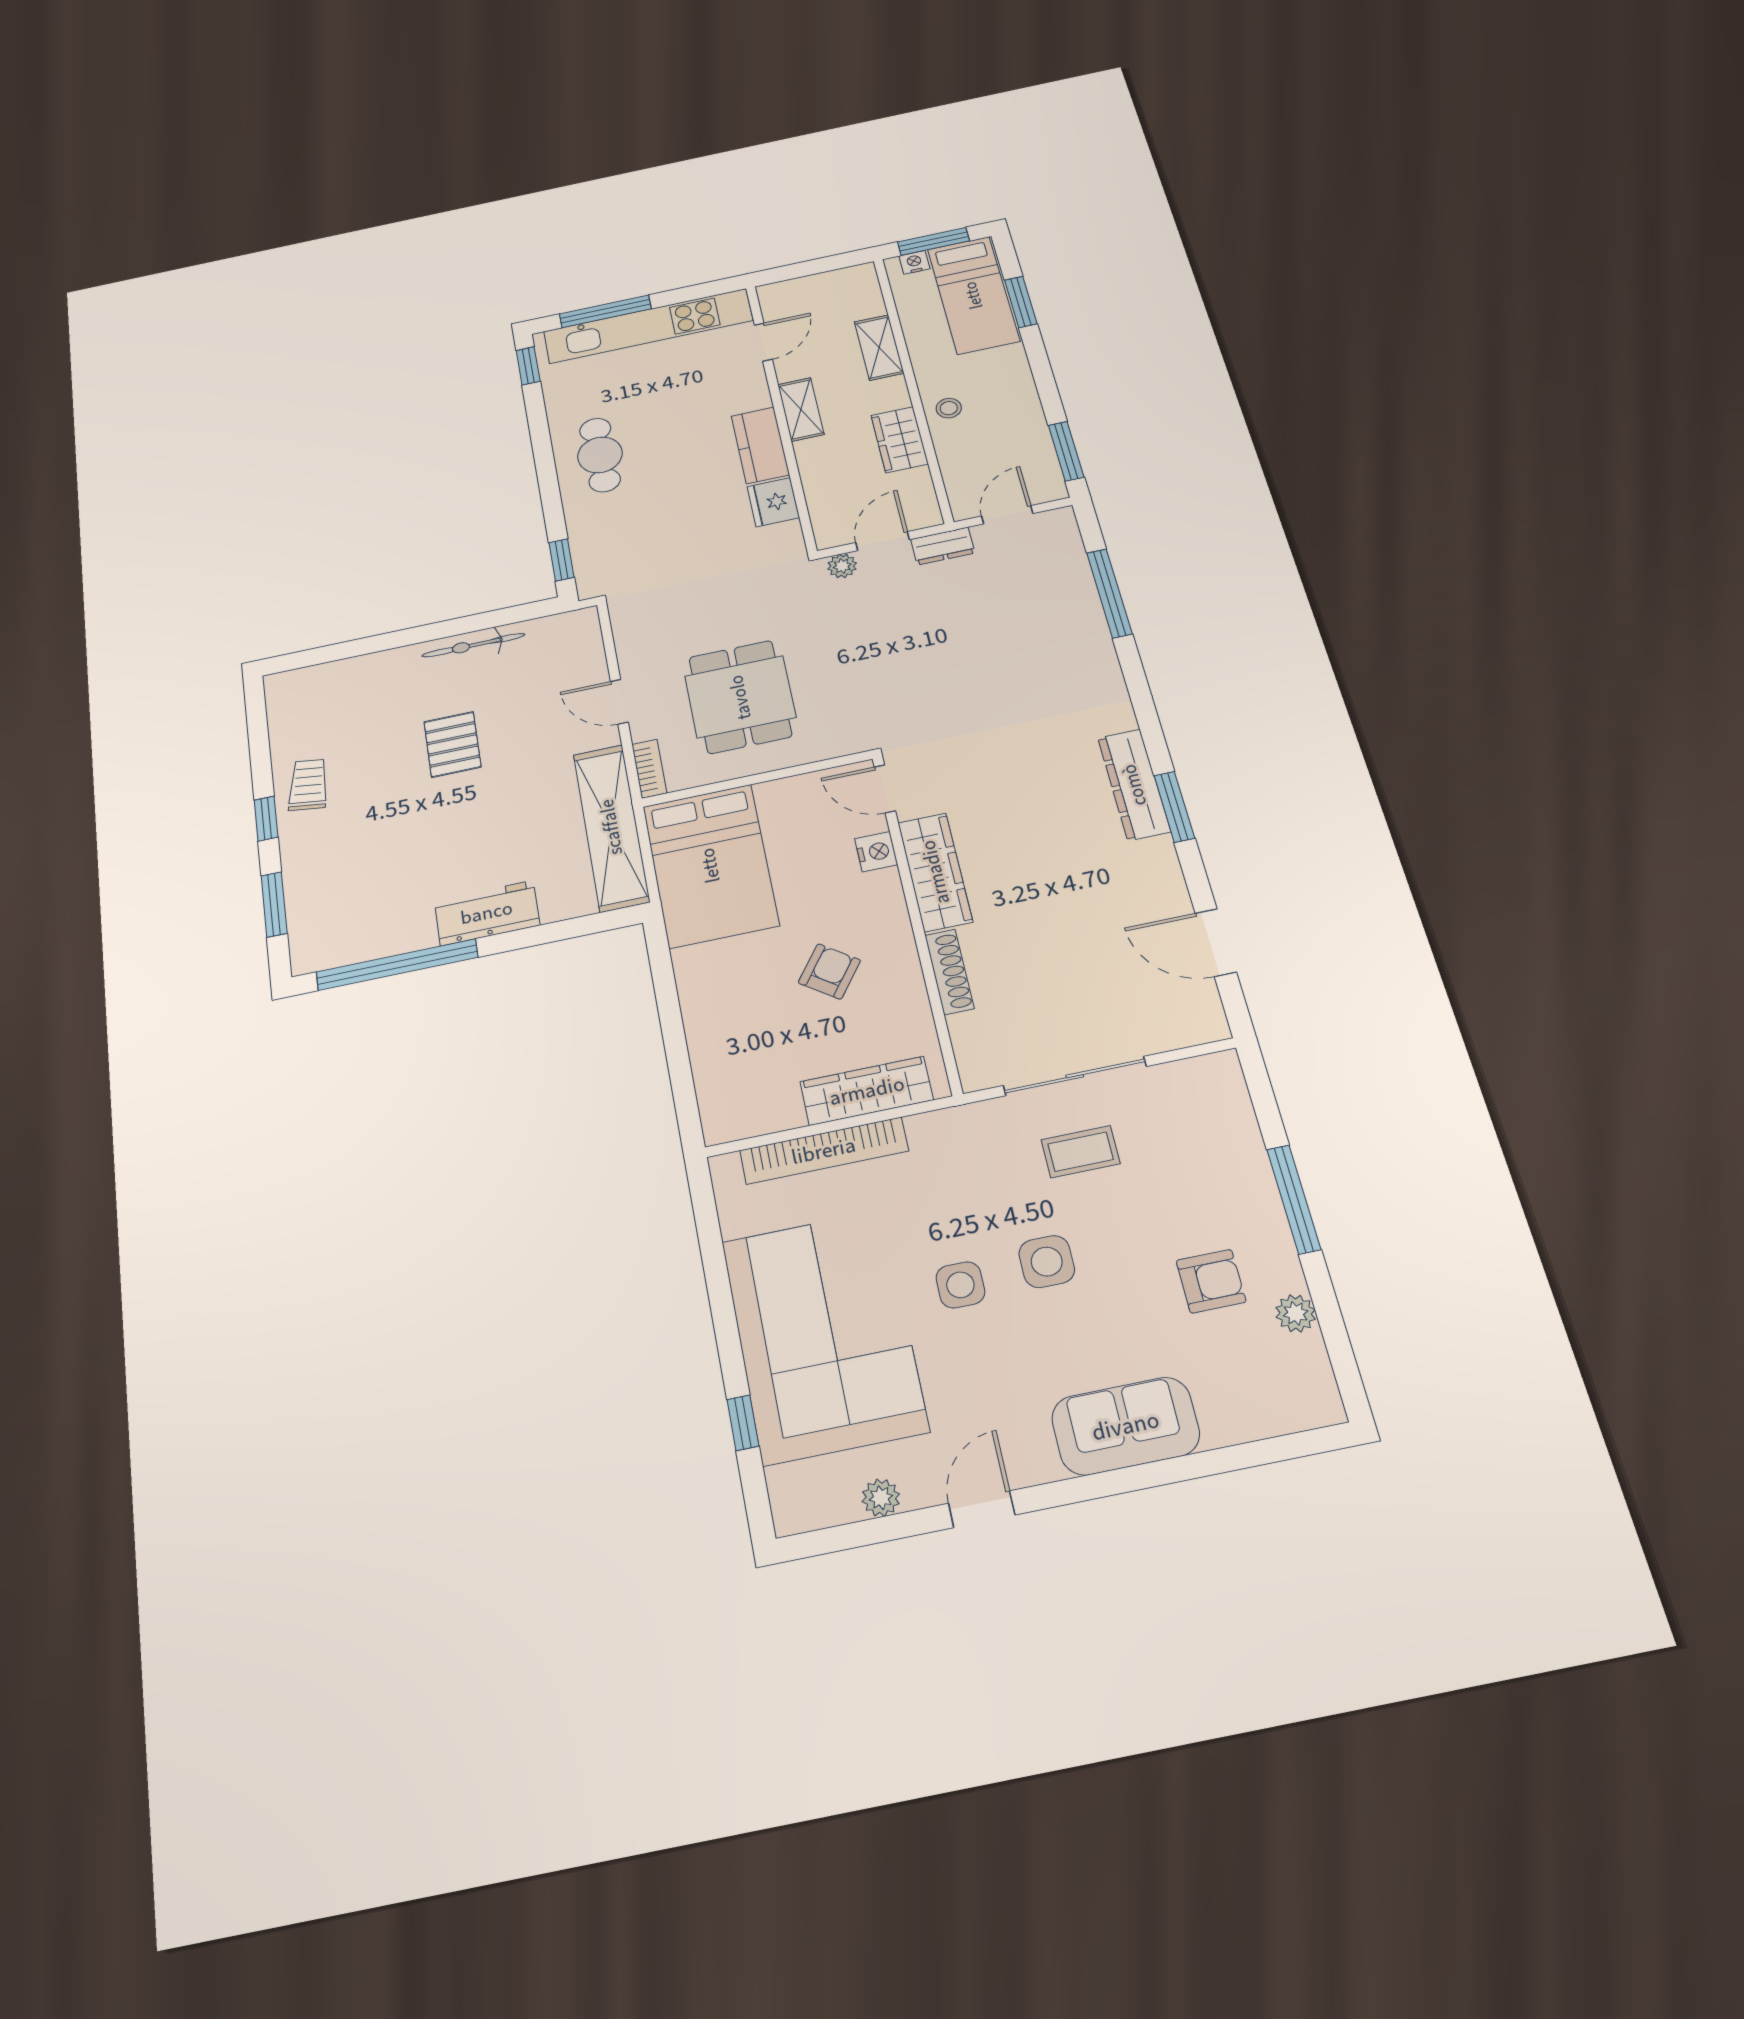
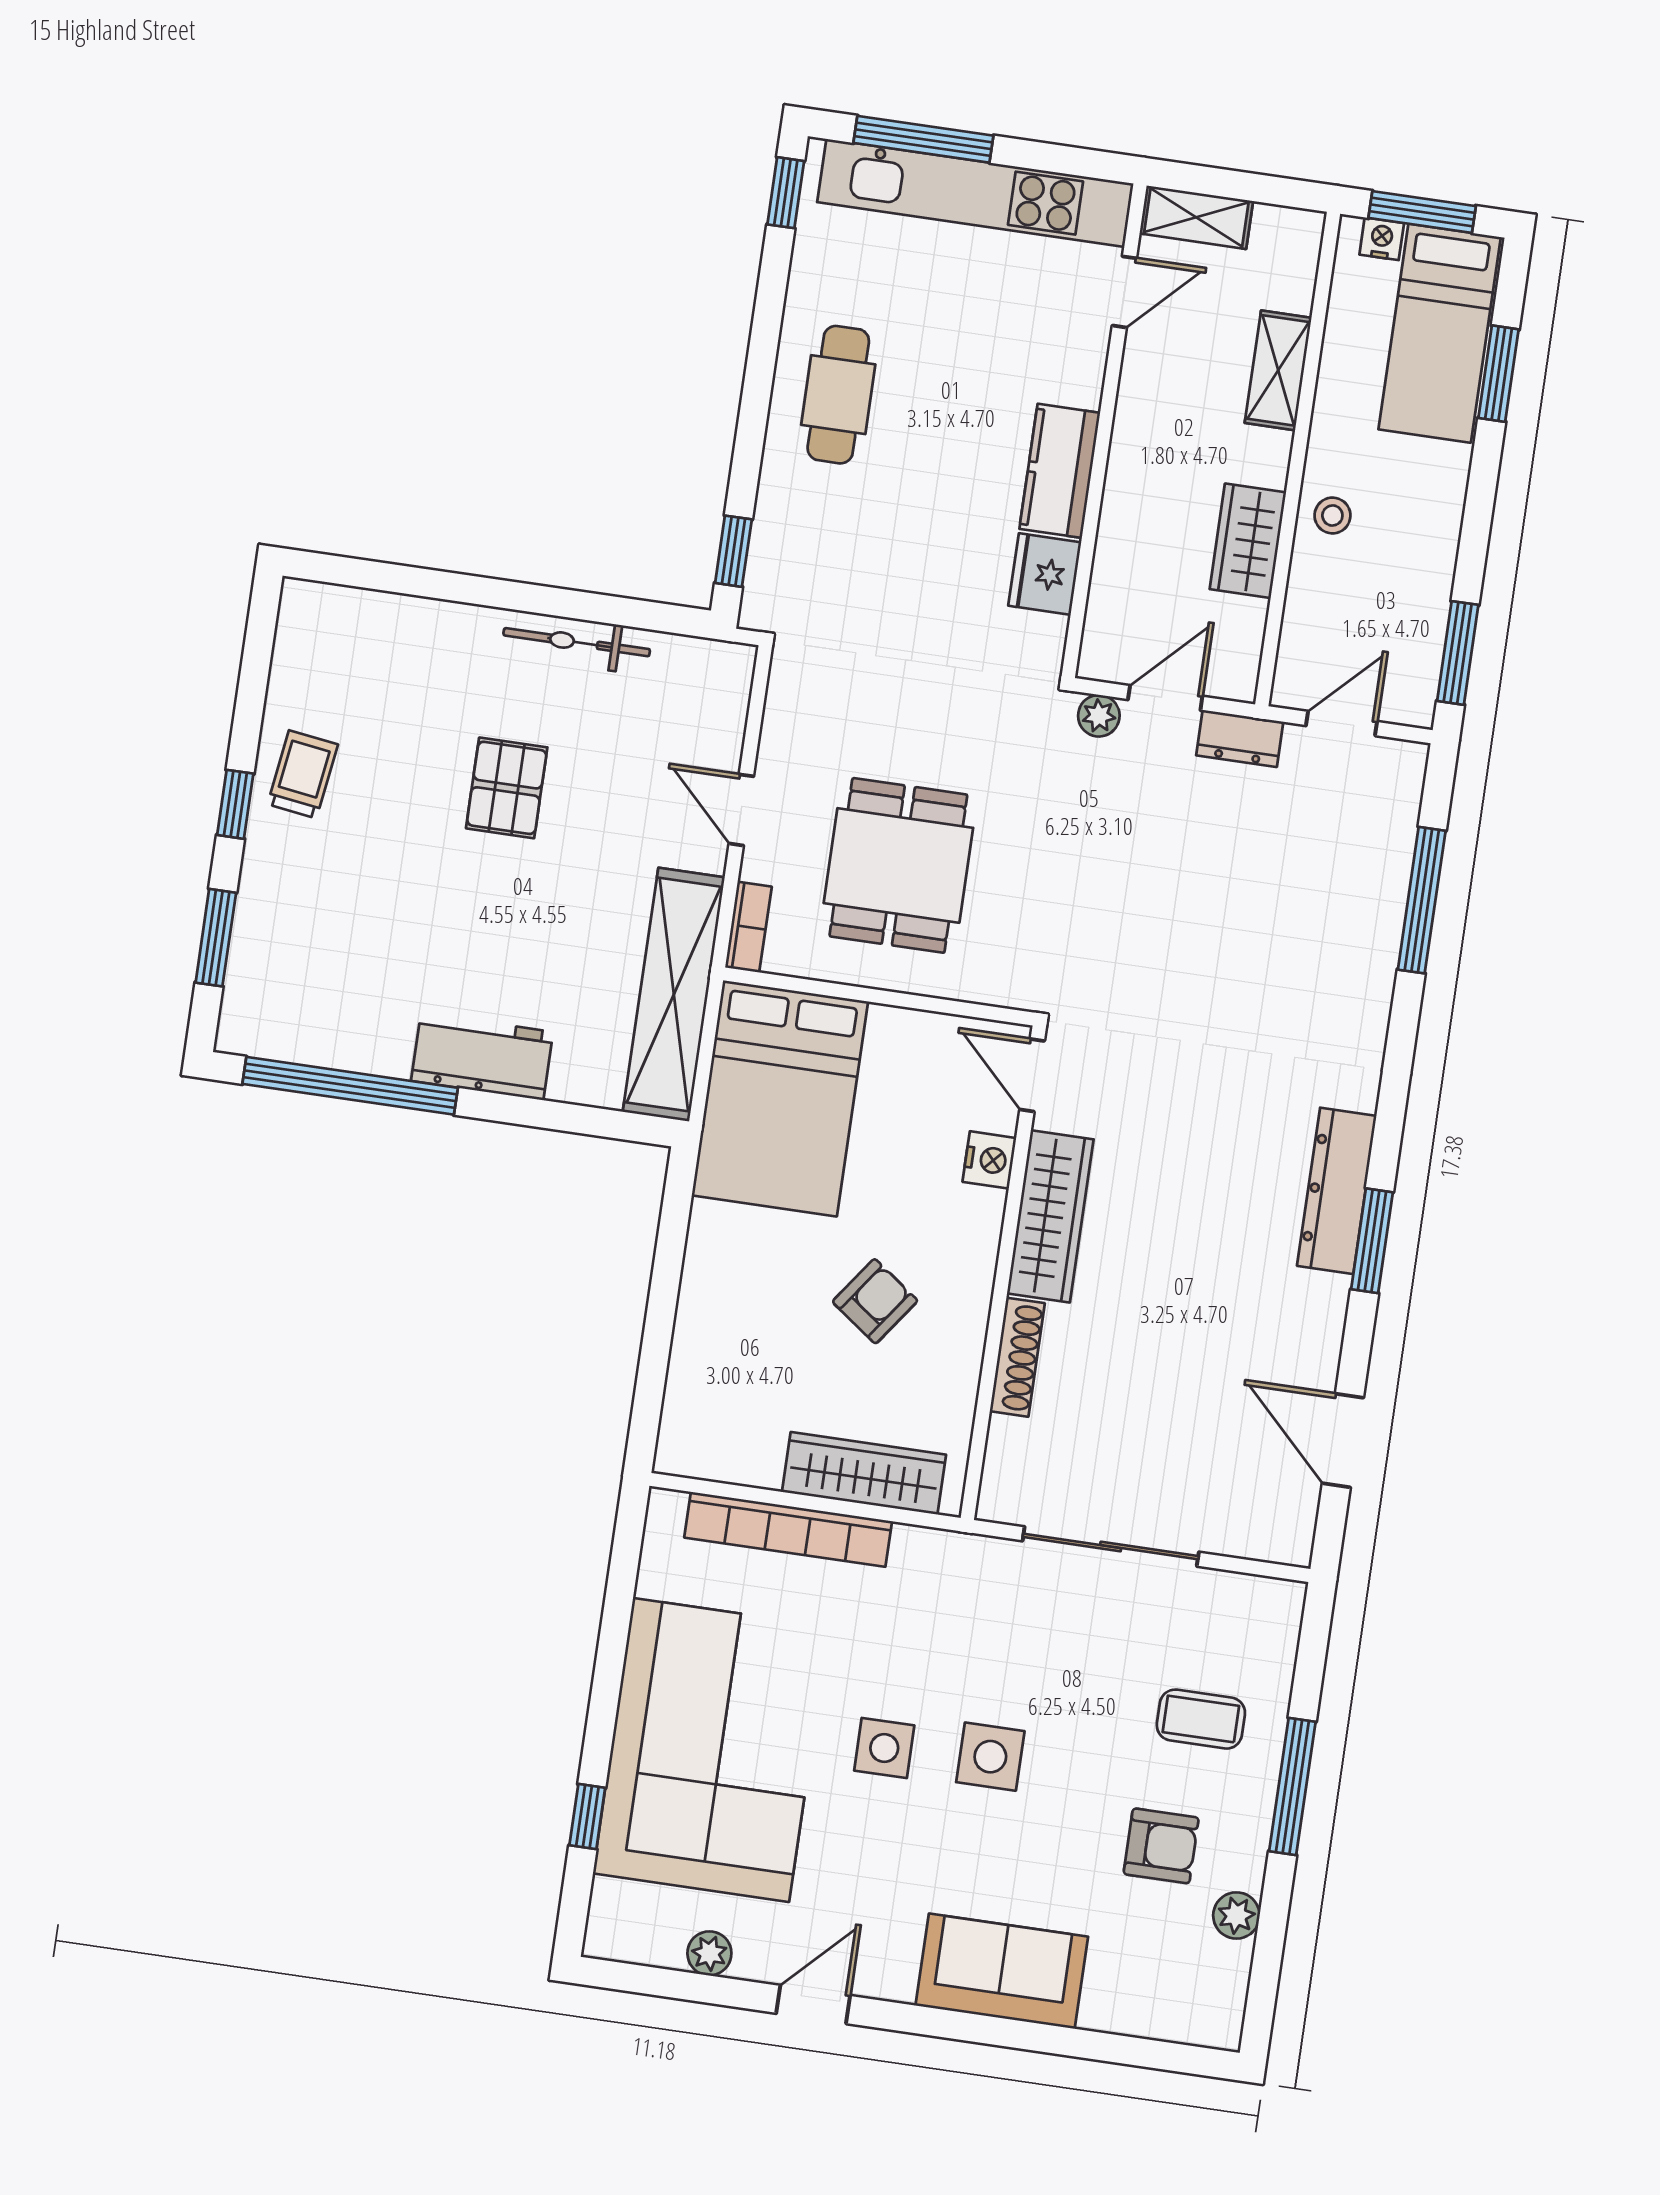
shelving: (801, 409) -> (1196, 217), moved, turned 90
coffee table: (1081, 1152) -> (1201, 1719), moved

